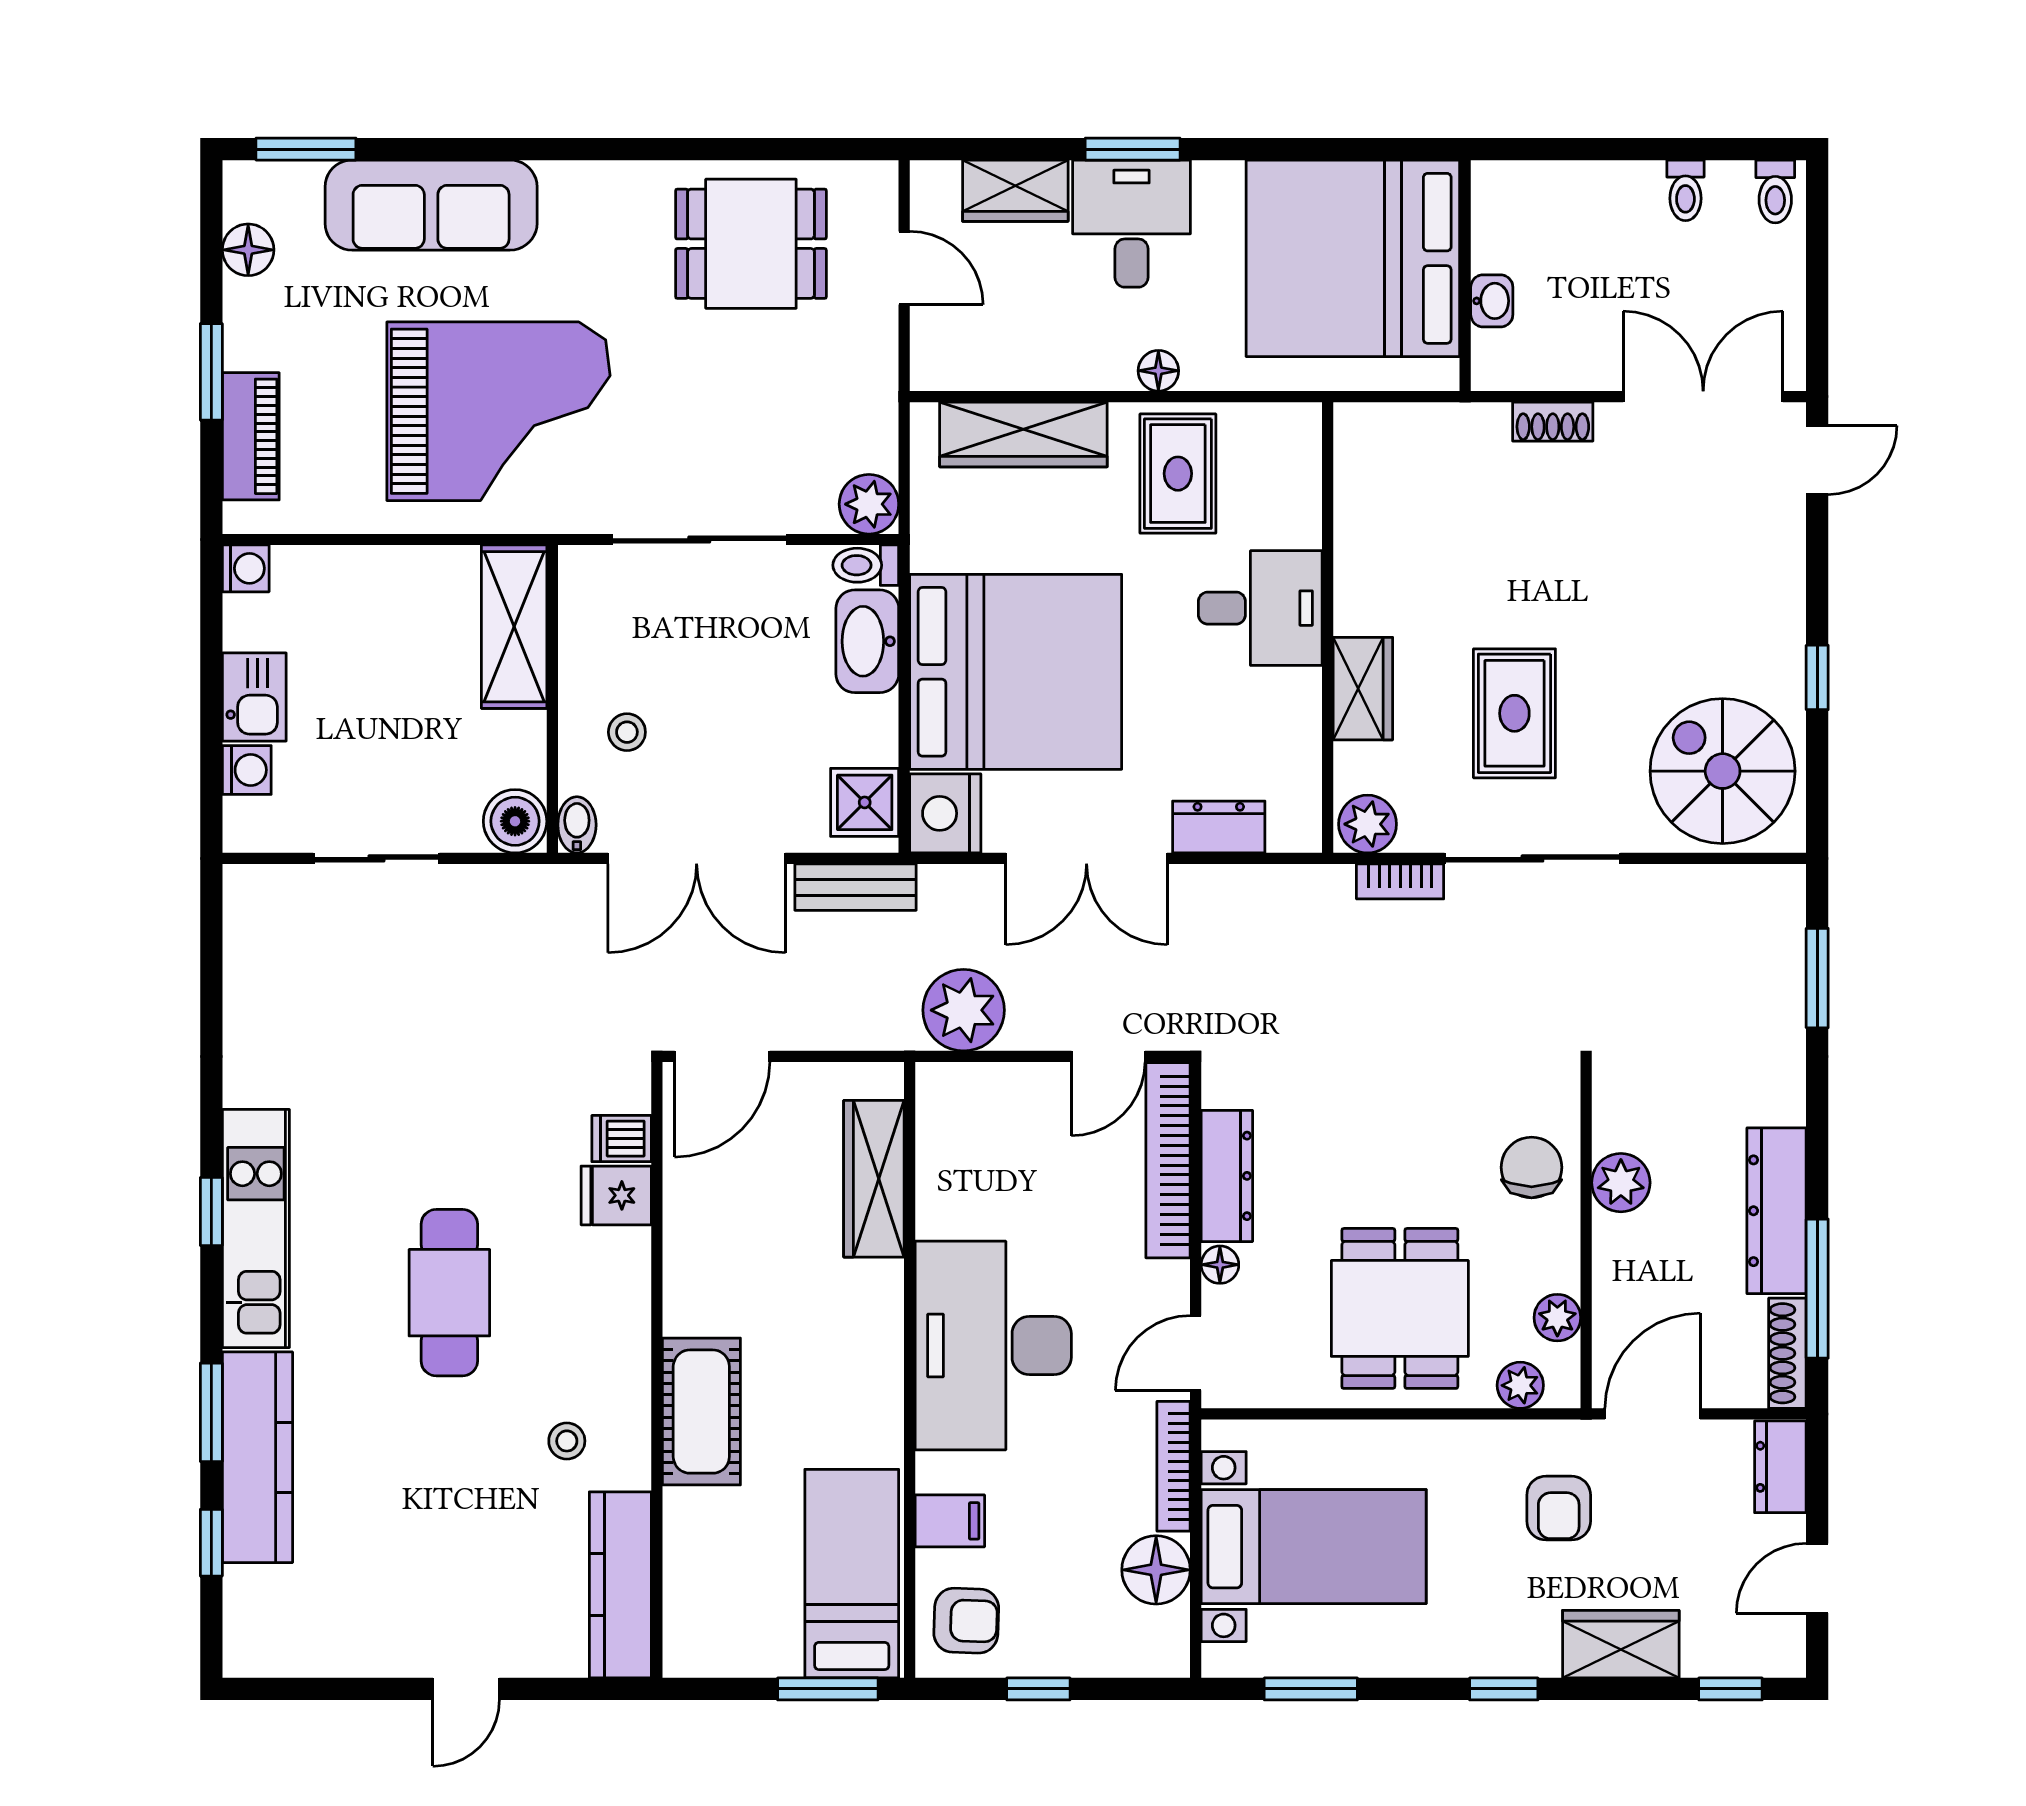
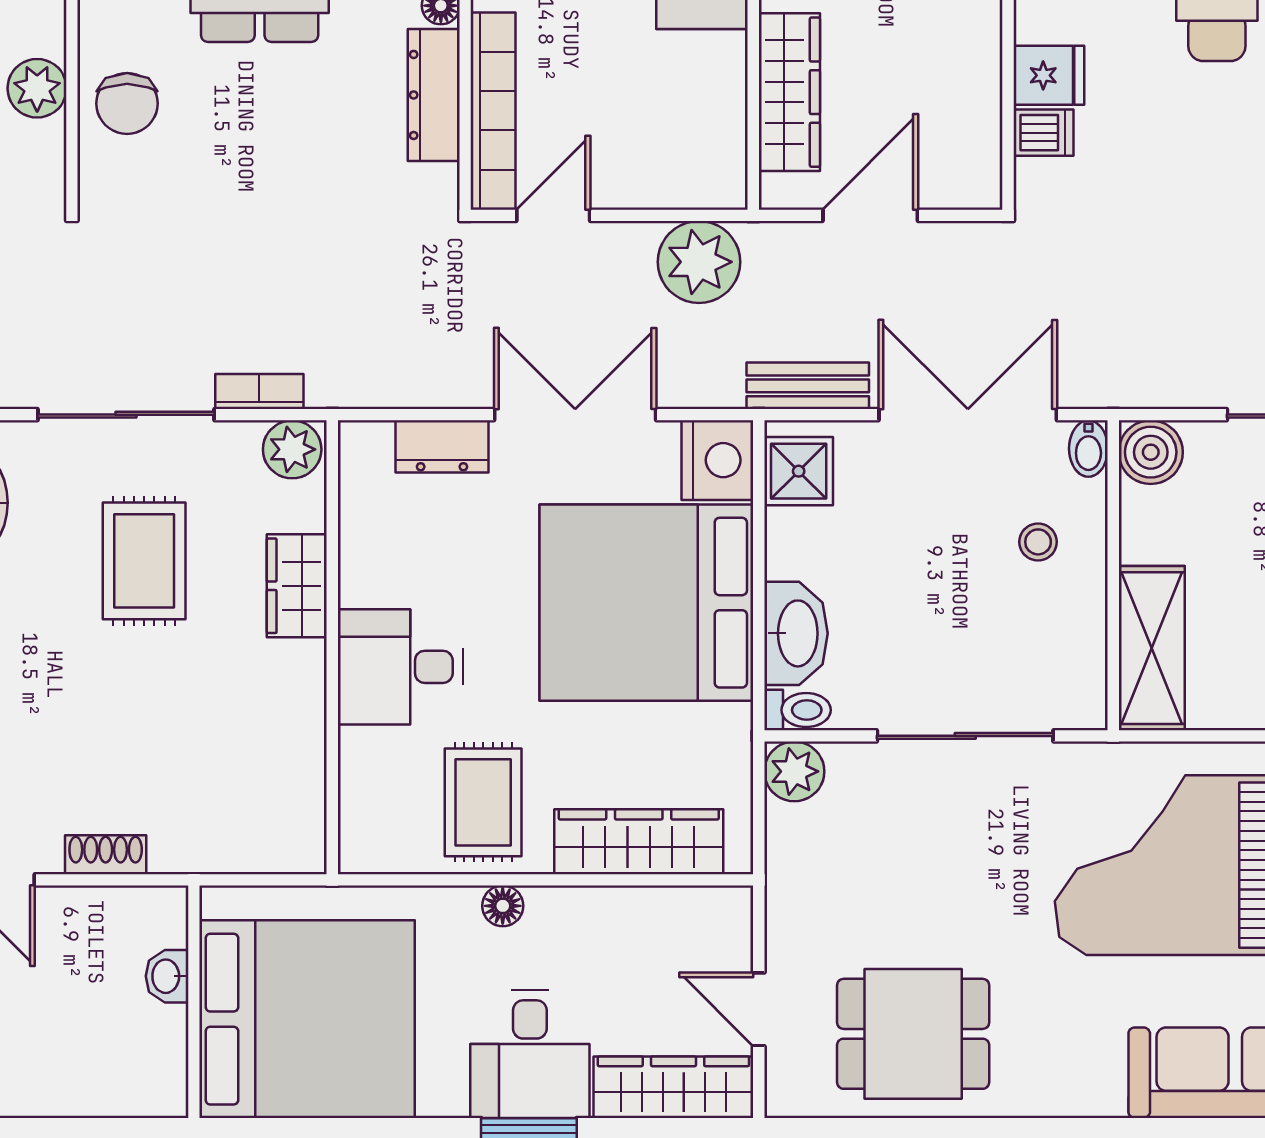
wardrobe: (1015, 191) -> (673, 1087), width x1.50
door: (722, 1056) -> (870, 215), moved

